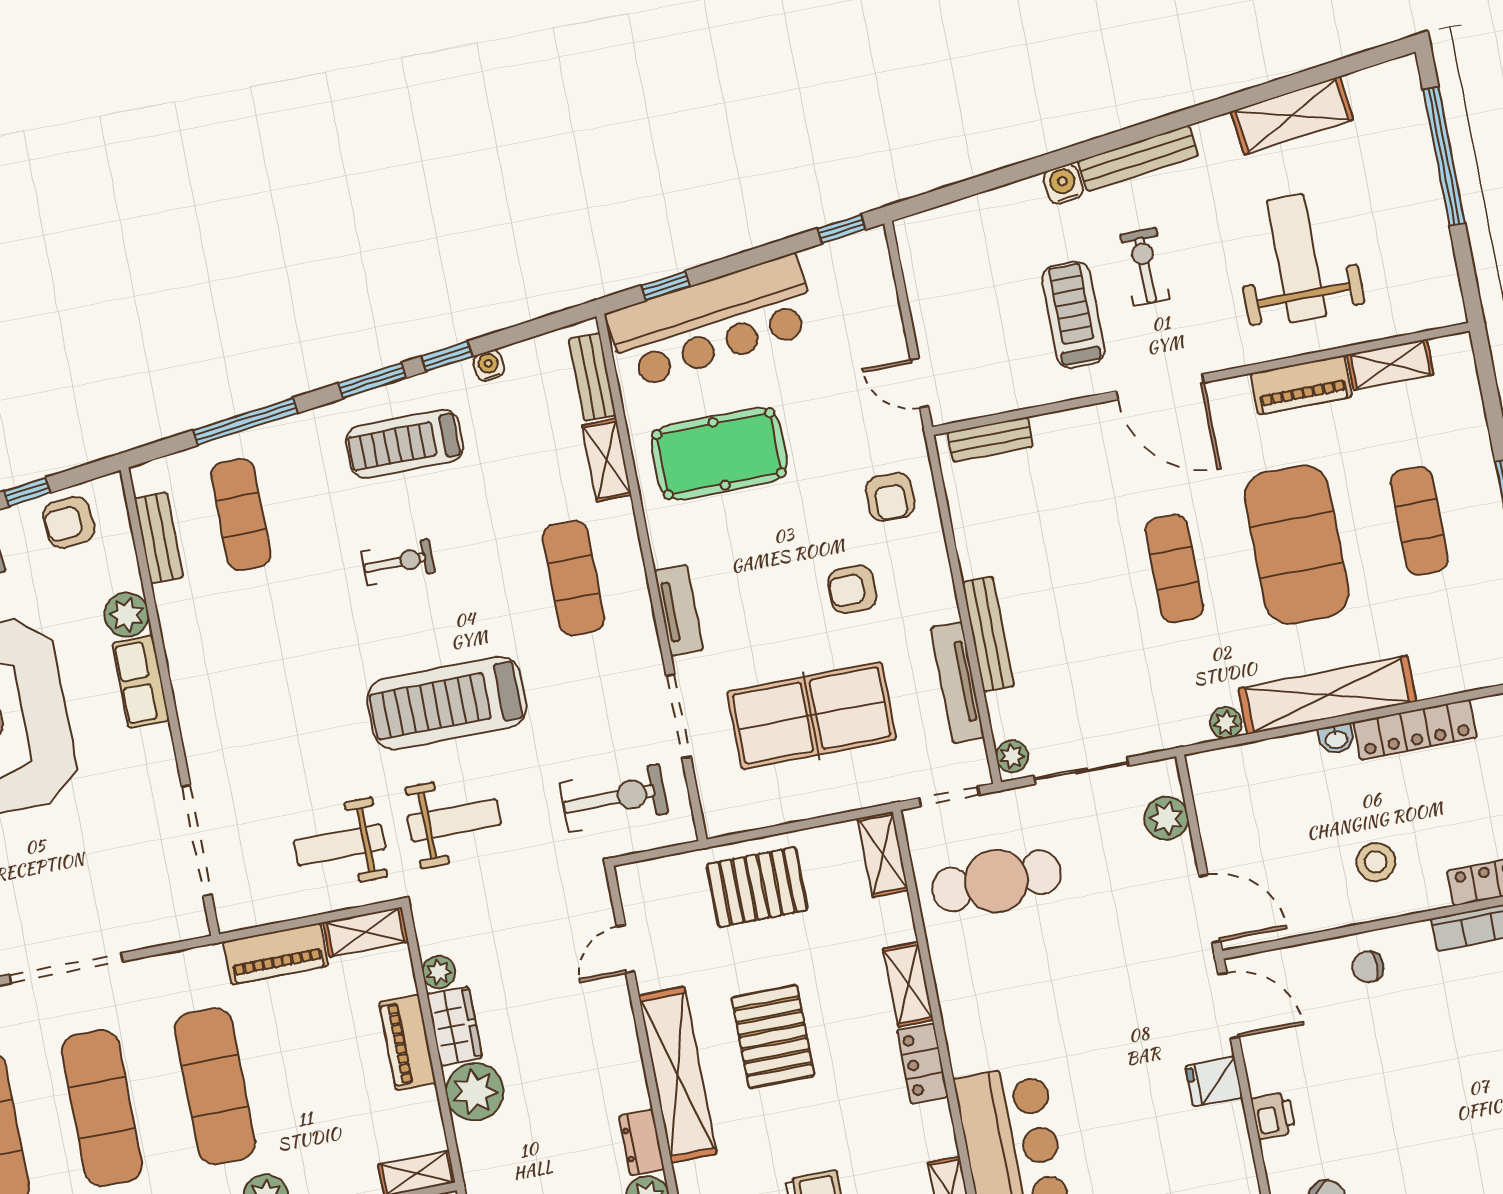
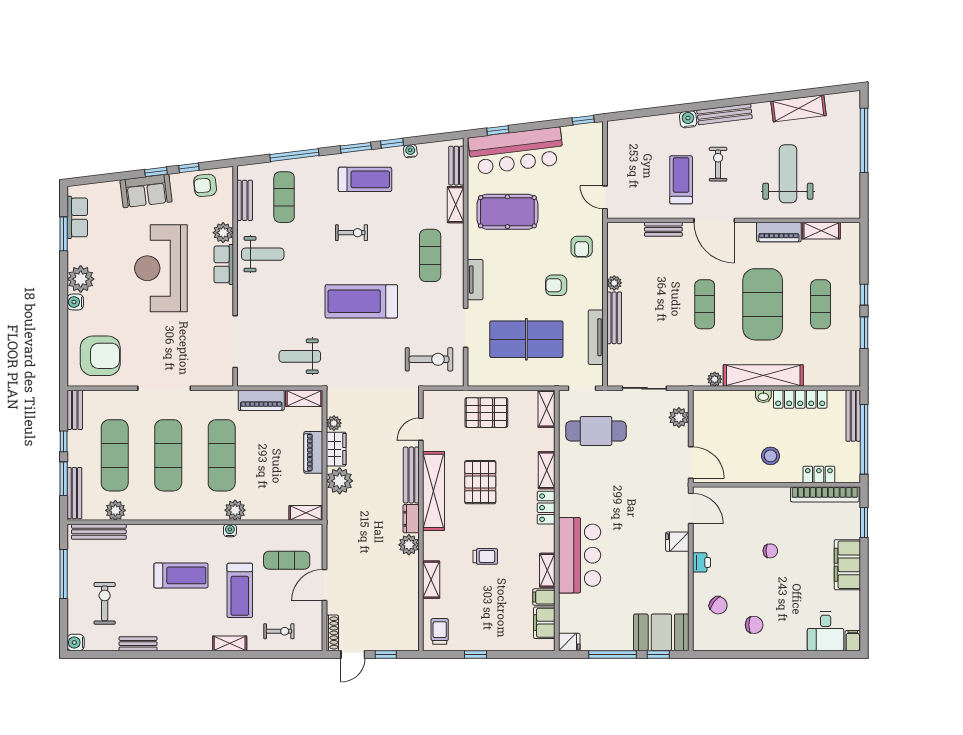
bench: (990, 440) -> (663, 229), moved
treadmill: (405, 444) -> (365, 179), turned 180
plant: (1012, 756) -> (614, 283), moved
weight bench: (454, 820) -> (263, 254), moved
chair: (1368, 967) -> (770, 551), moved, turned 180
bench: (624, 1050) -> (411, 475), added

